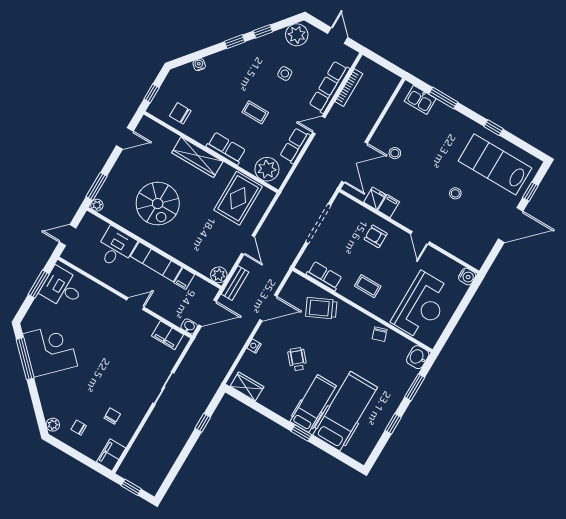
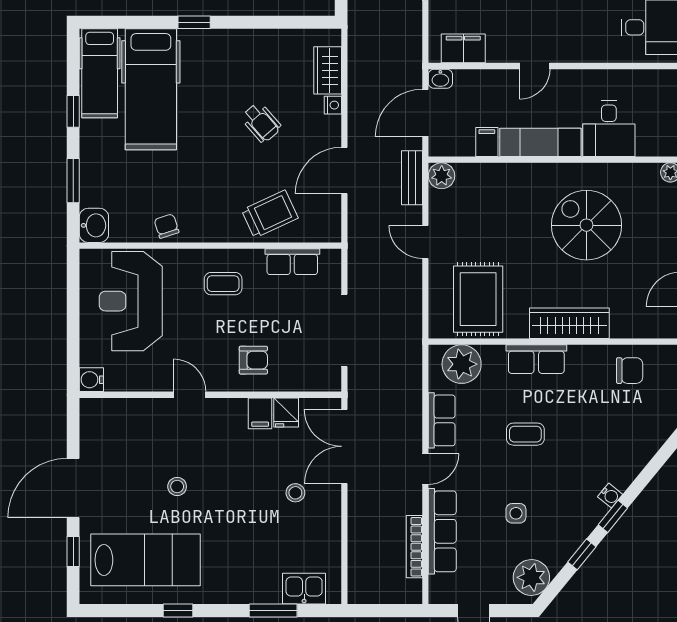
water cooler: (199, 65) -> (610, 496), moved
wardrobe: (247, 387) -> (328, 70), moved, turned 90
hospital bed: (313, 404) -> (100, 73), moved

